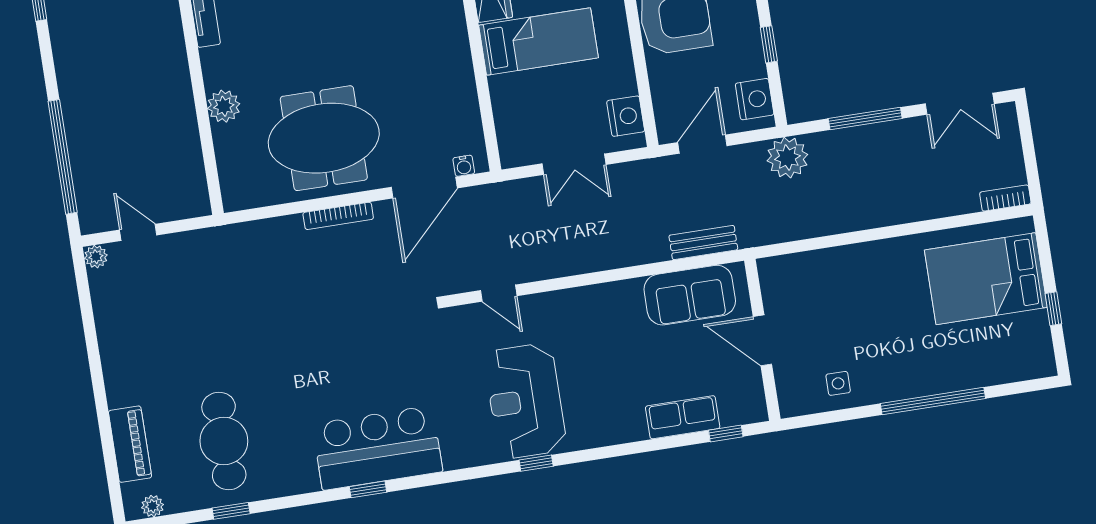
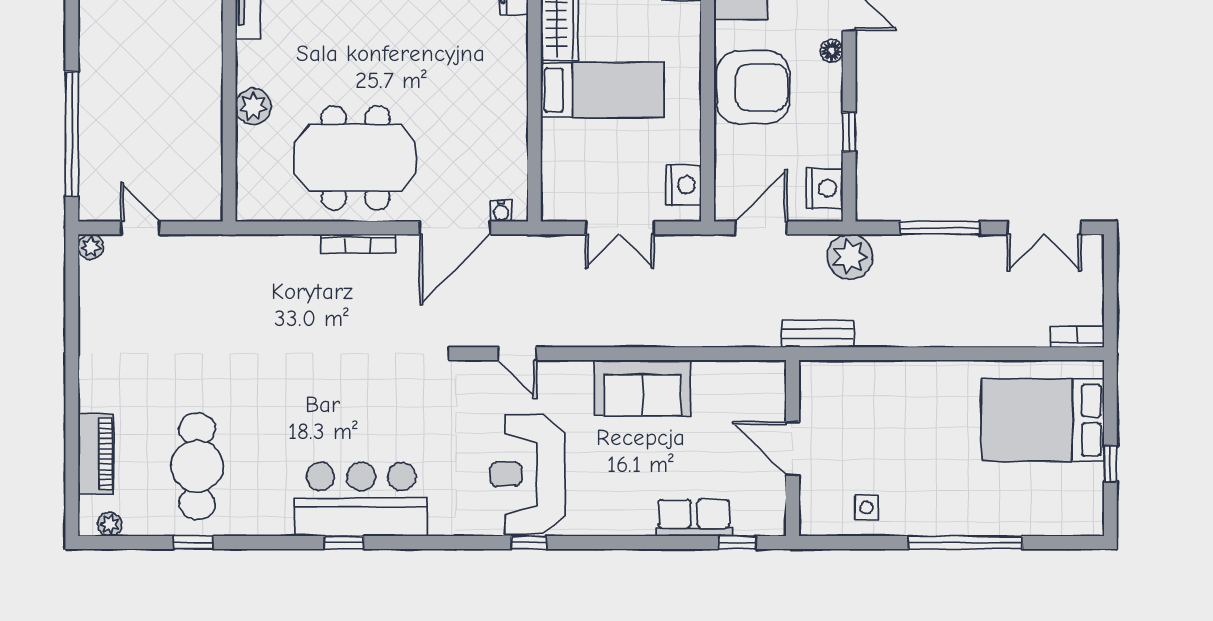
bench: (703, 243) -> (817, 334), moved
sofa: (690, 295) -> (643, 388), moved

